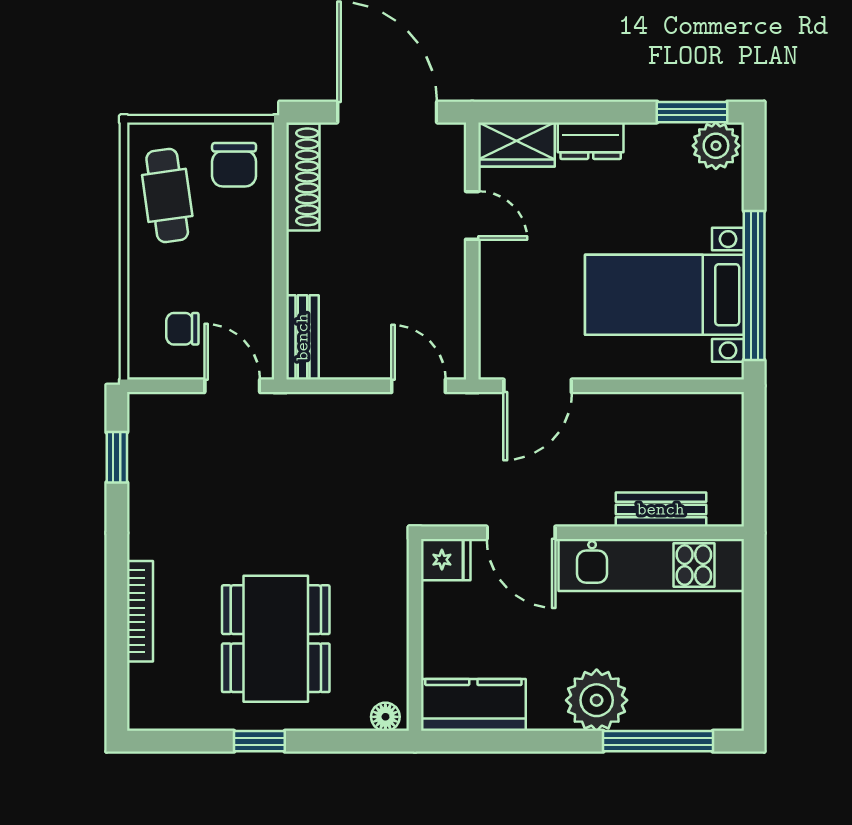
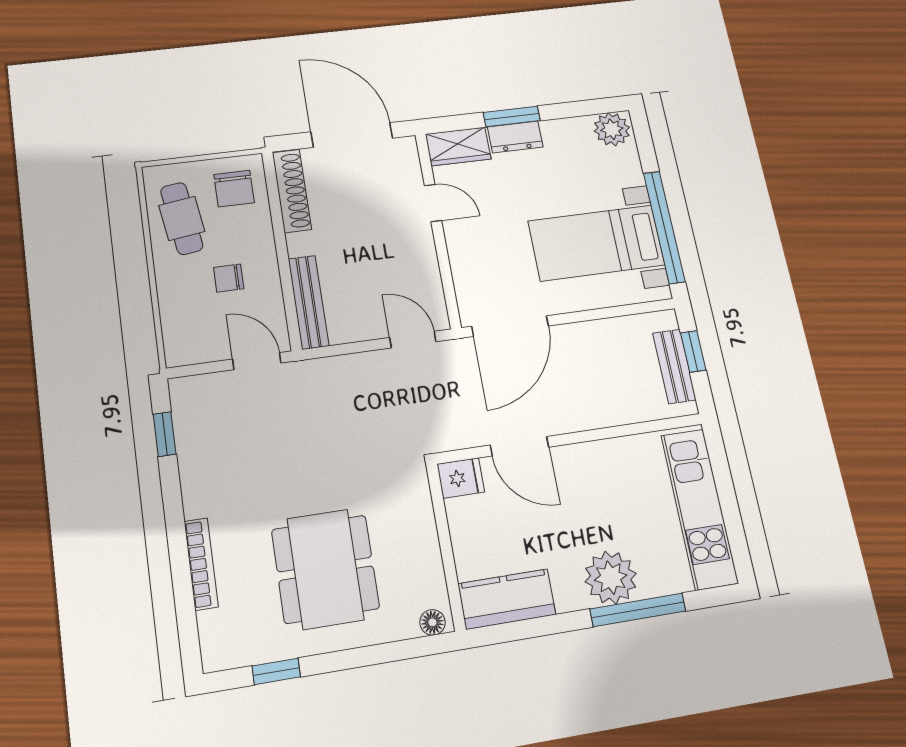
window: (692, 112) -> (512, 116), moved
chair: (182, 329) -> (229, 278), moved
bench: (302, 337) -> (308, 302), width x1.36
door: (538, 386) -> (510, 326), width x1.36
window: (754, 449) -> (693, 351), added
bench: (661, 509) -> (674, 366), moved, turned 90
kitchen unit: (651, 565) -> (699, 509), moved, turned 90
window: (259, 741) -> (276, 671), moved
window: (658, 741) -> (638, 610), moved

